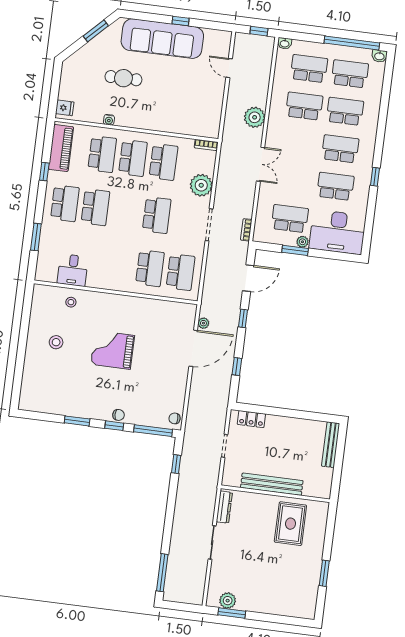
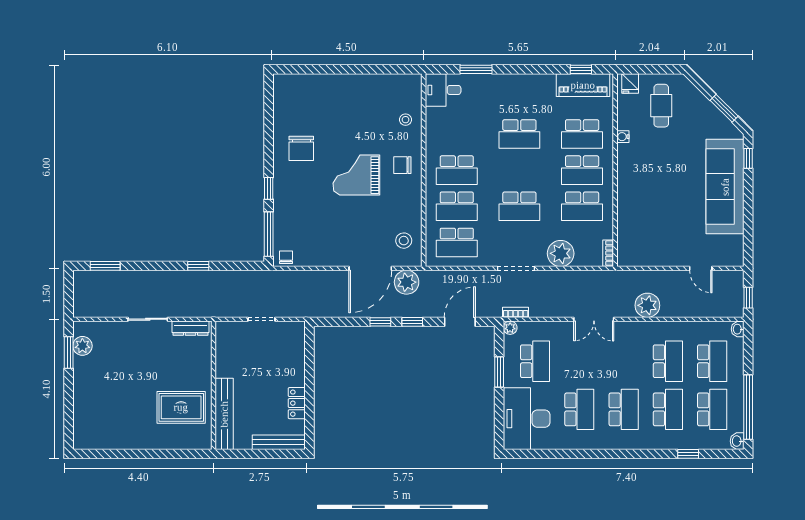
window: (180, 21) -> (748, 158), moved
door: (229, 68) -> (701, 268), swing flipped
cafe table: (123, 78) -> (661, 106), moved
window: (44, 172) -> (581, 69), moved
window: (375, 177) -> (688, 454), moved
school desk: (65, 203) -> (457, 170), moved
plant: (302, 242) -> (510, 328), moved
desk: (73, 270) -> (443, 90), moved
door: (248, 278) -> (460, 322), swing flipped
chair: (109, 310) -> (402, 165), added
plant: (203, 323) -> (407, 282), width x1.87, depth x1.87
stool: (56, 342) -> (404, 241), moved
door: (193, 348) -> (370, 268), hinge flipped
grand piano: (113, 350) -> (356, 175), turned -90
window: (237, 366) -> (380, 322), moved
chair: (119, 415) -> (301, 148), moved, width x1.87, depth x1.87
locker: (251, 419) -> (297, 403), moved
window: (77, 421) -> (269, 144), removed
window: (176, 464) -> (198, 266), moved
bench: (272, 484) -> (224, 414), moved
window: (162, 573) -> (105, 266), width x0.69
window: (324, 573) -> (129, 454), removed

